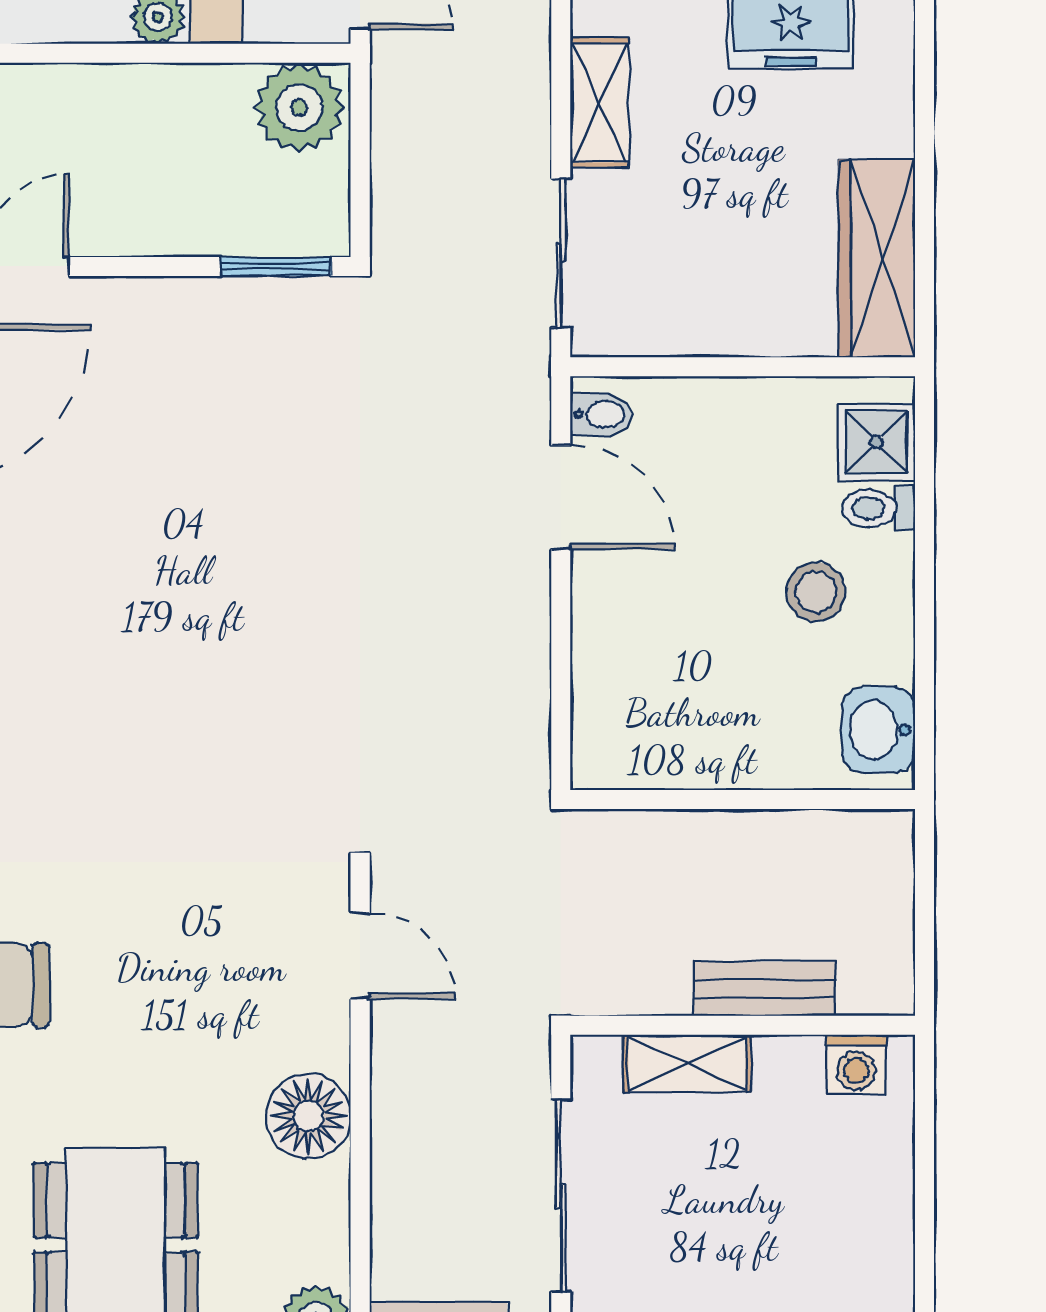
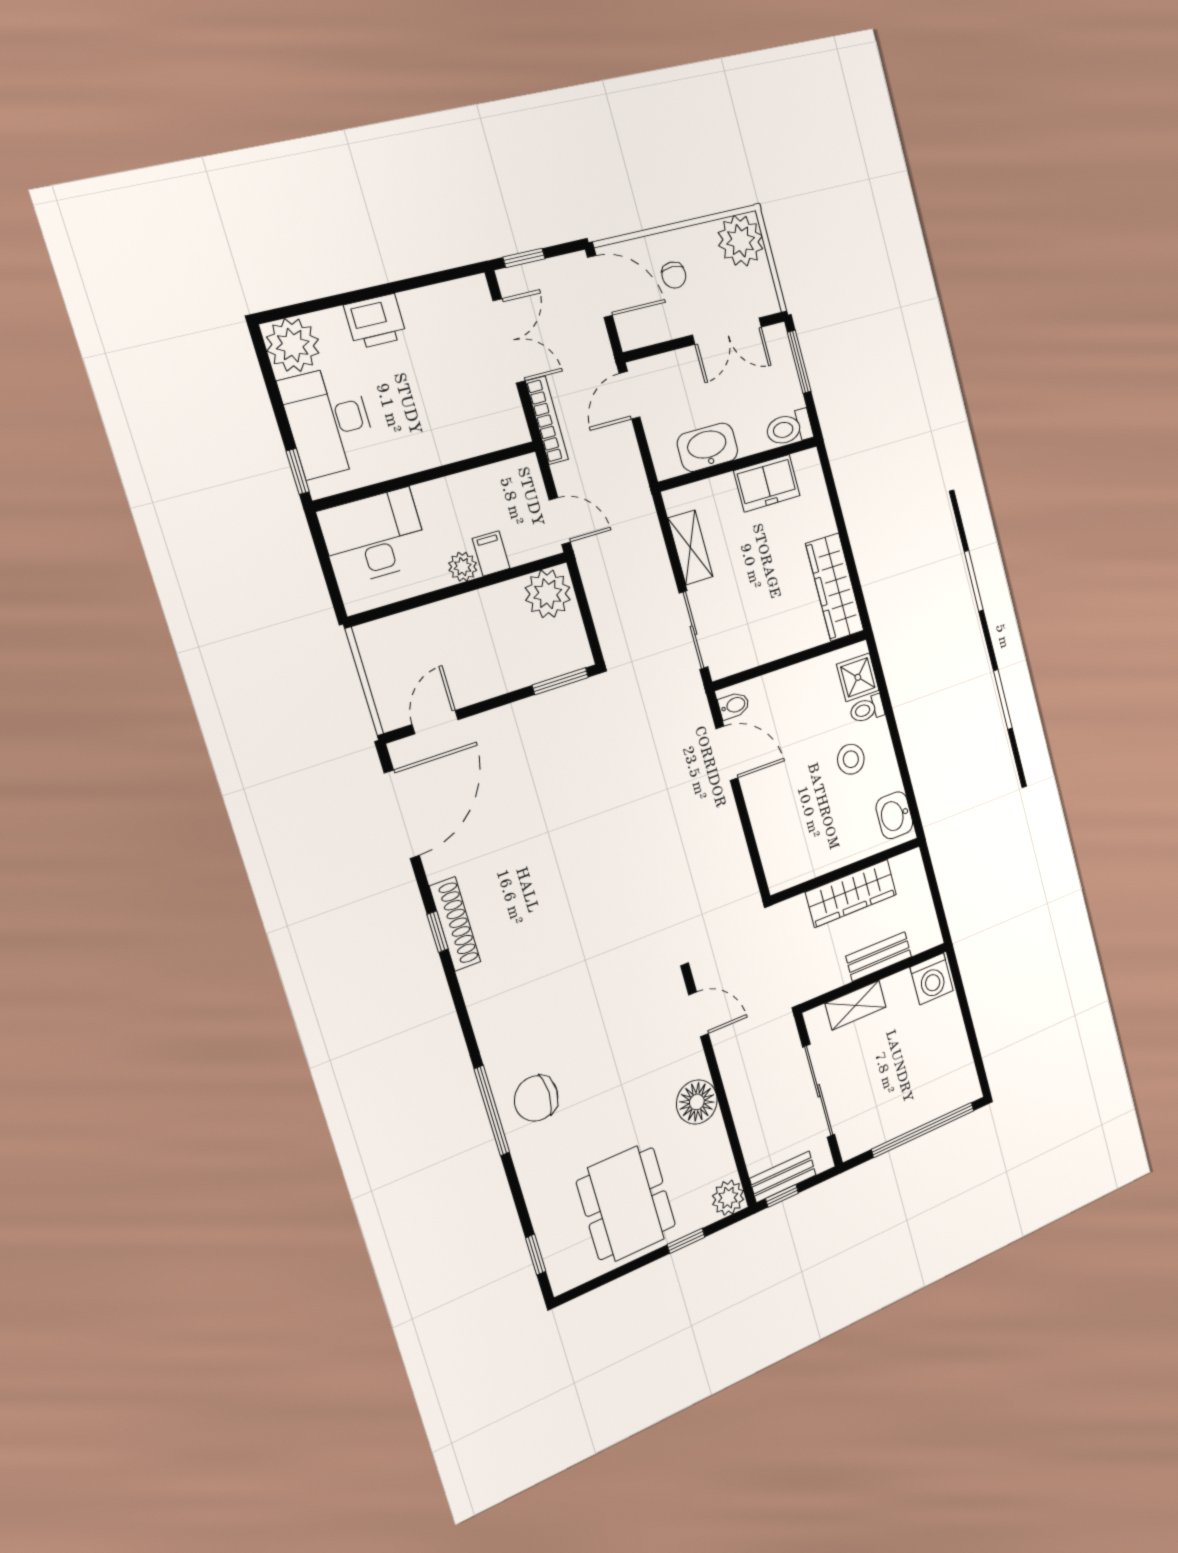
wardrobe: (741, 846) -> (851, 893), added
washing machine: (856, 1065) -> (932, 979), width x1.38, depth x1.38

